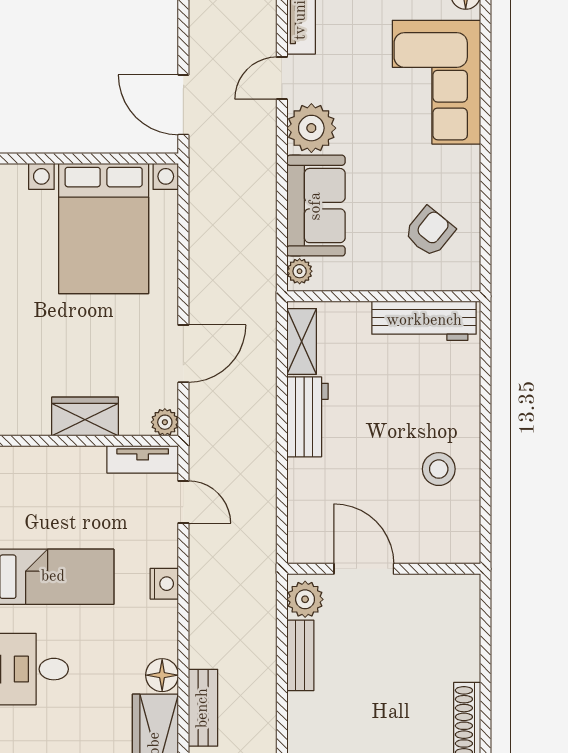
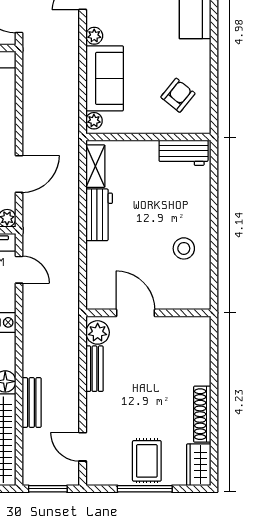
plant: (311, 128) -> (94, 36), width x0.53, depth x0.53
workbench: (424, 321) -> (184, 153), width x0.73

